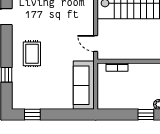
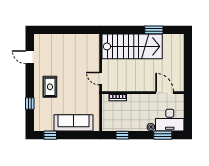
sofa: (84, 85) -> (74, 123), moved, turned 90
window: (146, 115) -> (122, 135), moved

